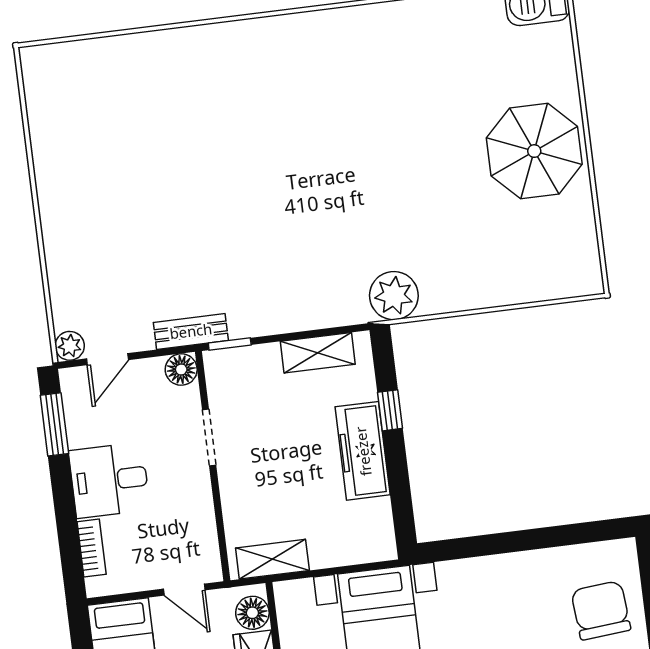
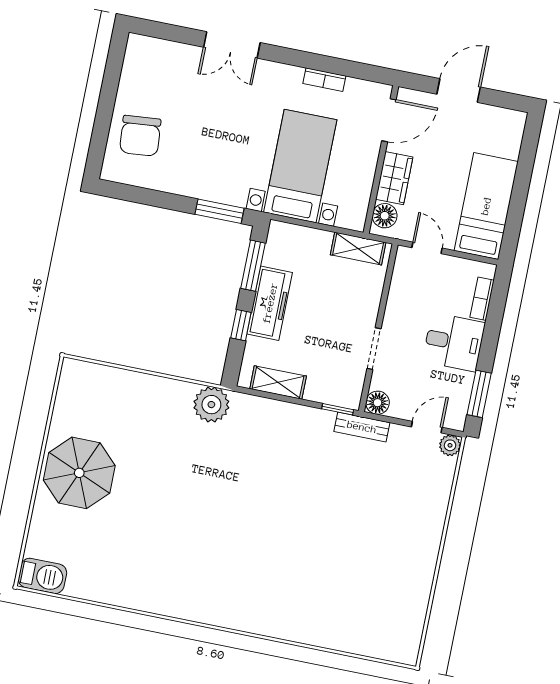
window: (400, 492) -> (253, 266), added
window: (467, 547) -> (220, 211), added

